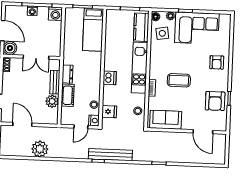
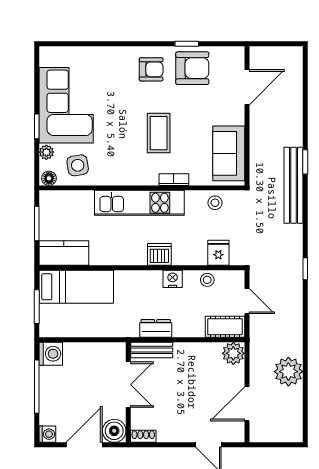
washing machine: (32, 11) -> (47, 434), moved
kitchen counter: (141, 27) -> (64, 253), moved, turned 180
armchair: (217, 62) -> (151, 69), moved
bench: (55, 82) -> (152, 350), moved
cot: (68, 95) -> (225, 327), moved
plant: (52, 101) -> (233, 353), moved
nightstand: (94, 121) -> (173, 279), moved
bench: (110, 155) -> (293, 185), moved

